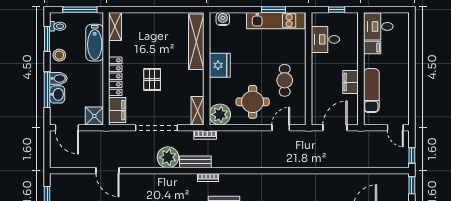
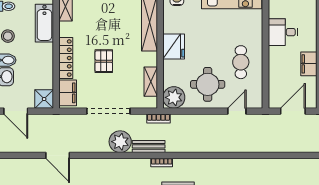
desk: (325, 39) -> (283, 32), moved
shelving: (198, 111) -> (151, 82), moved

